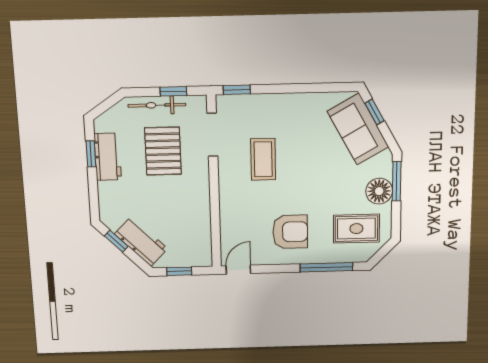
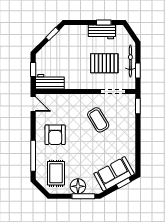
coffee table: (263, 159) -> (98, 120), turned 59
workbench: (141, 241) -> (50, 82), moved, turned -135

